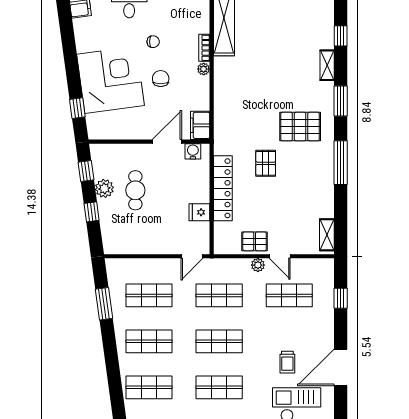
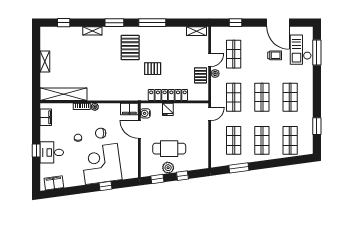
window: (341, 36) -> (64, 23), moved
window: (77, 108) -> (106, 186), moved
cafe table: (135, 190) -> (169, 149), width x1.37, depth x1.35
fridge: (199, 212) -> (168, 109), moved
door: (192, 256) -> (210, 114), hinge flipped

